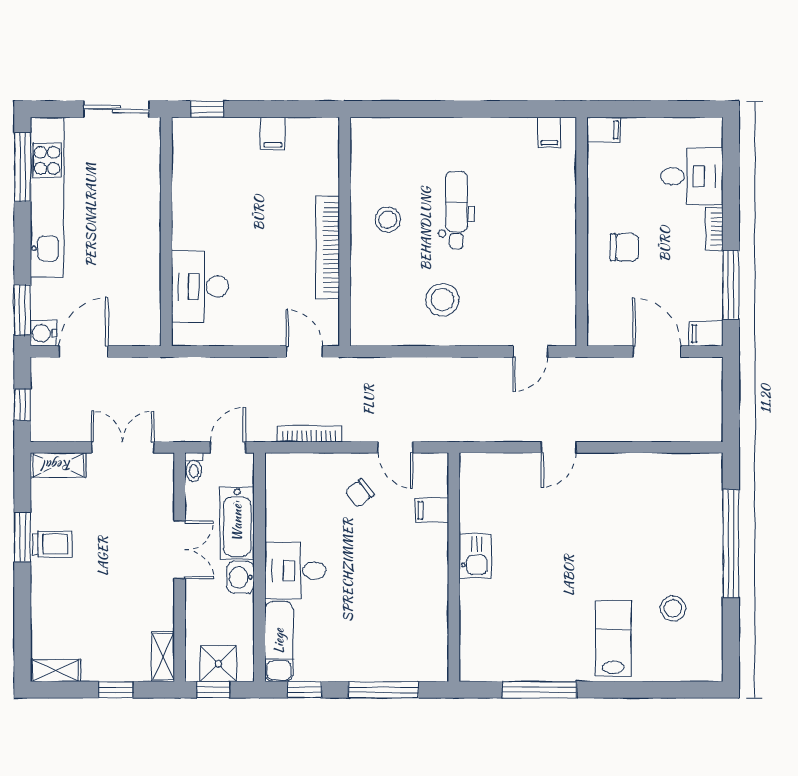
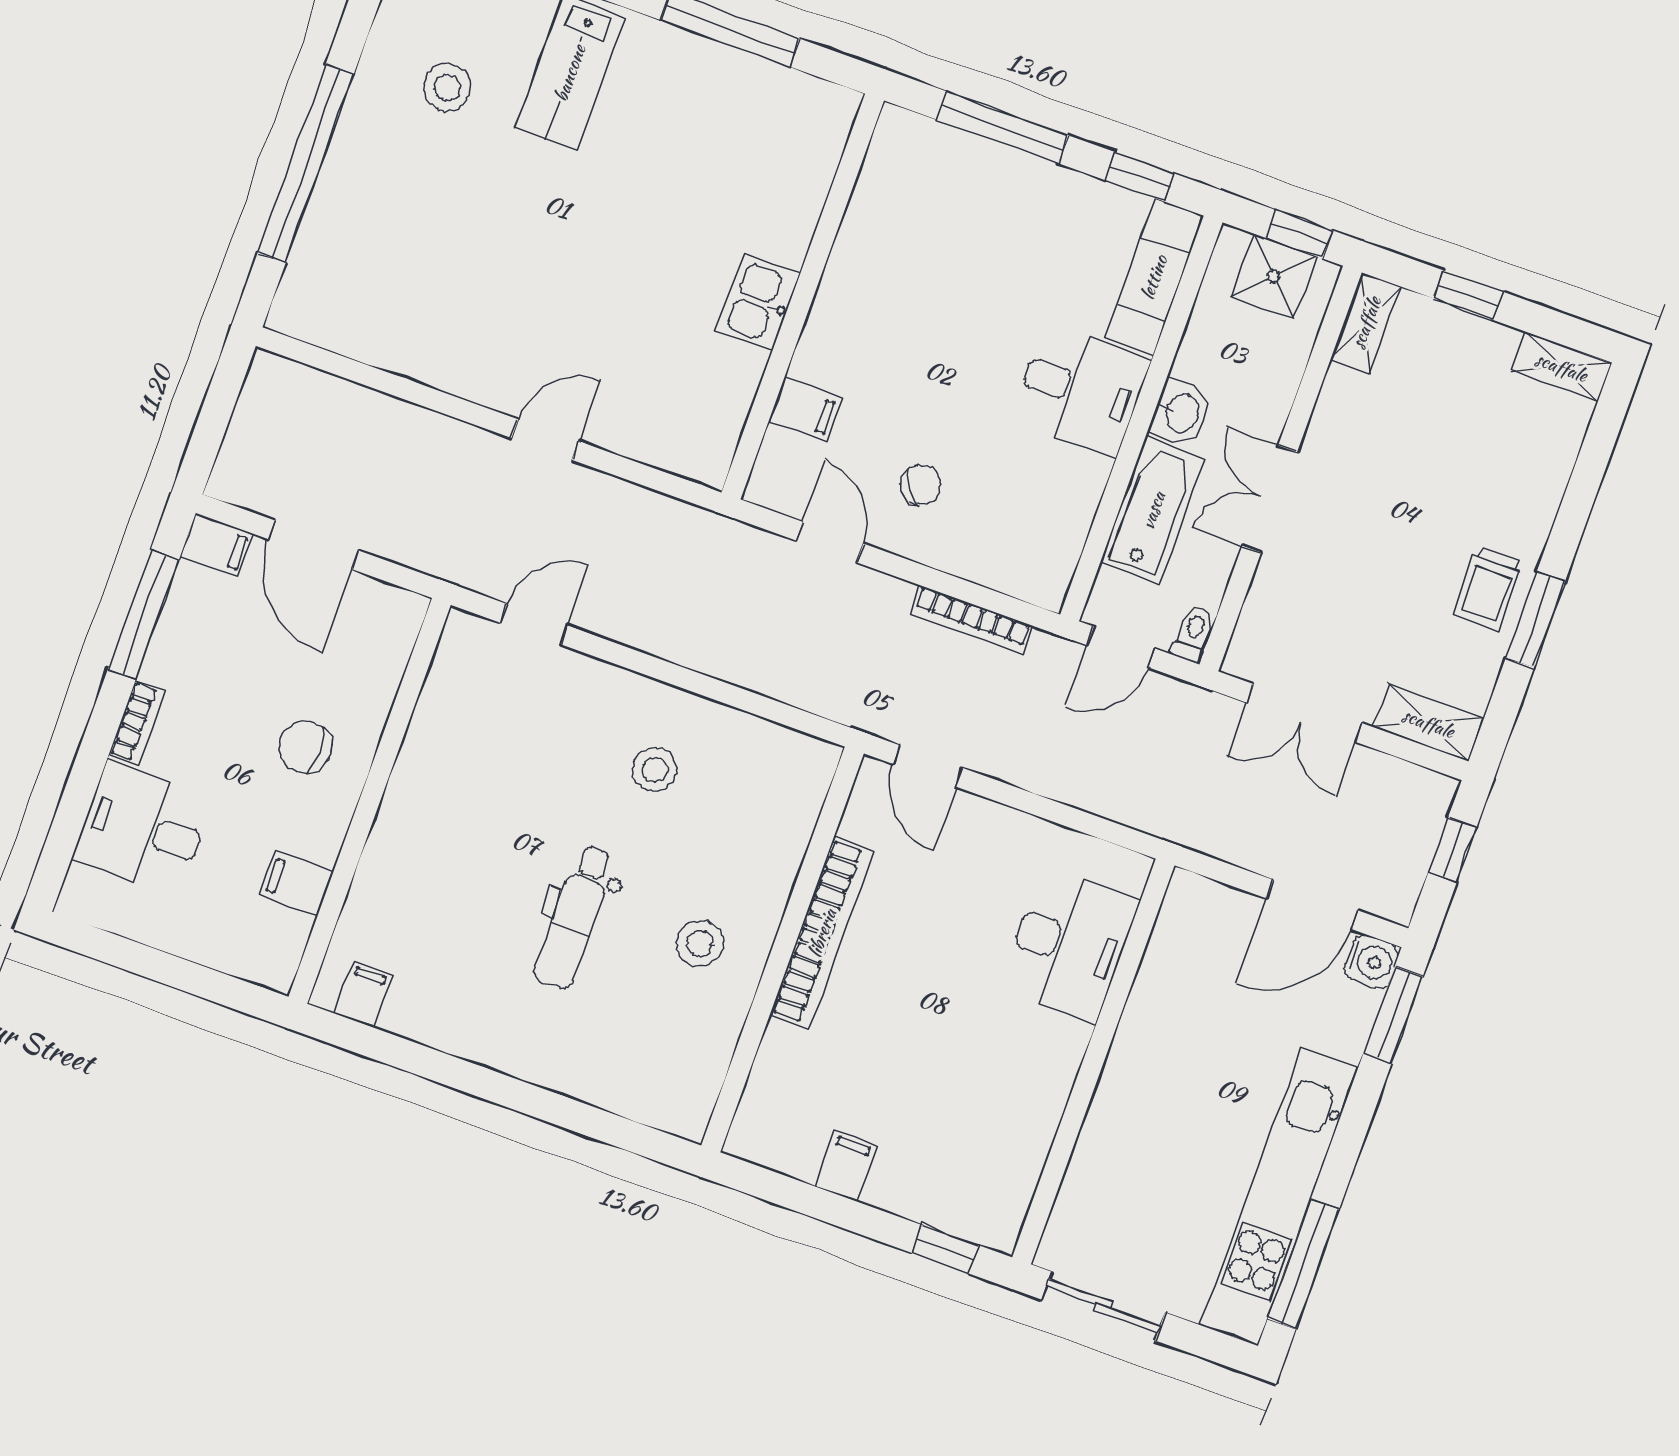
filing cabinet: (604, 130) -> (296, 883), moved
stool: (442, 300) -> (655, 770), width x0.73, depth x0.73
trolley: (52, 544) -> (1488, 589), turned -90

